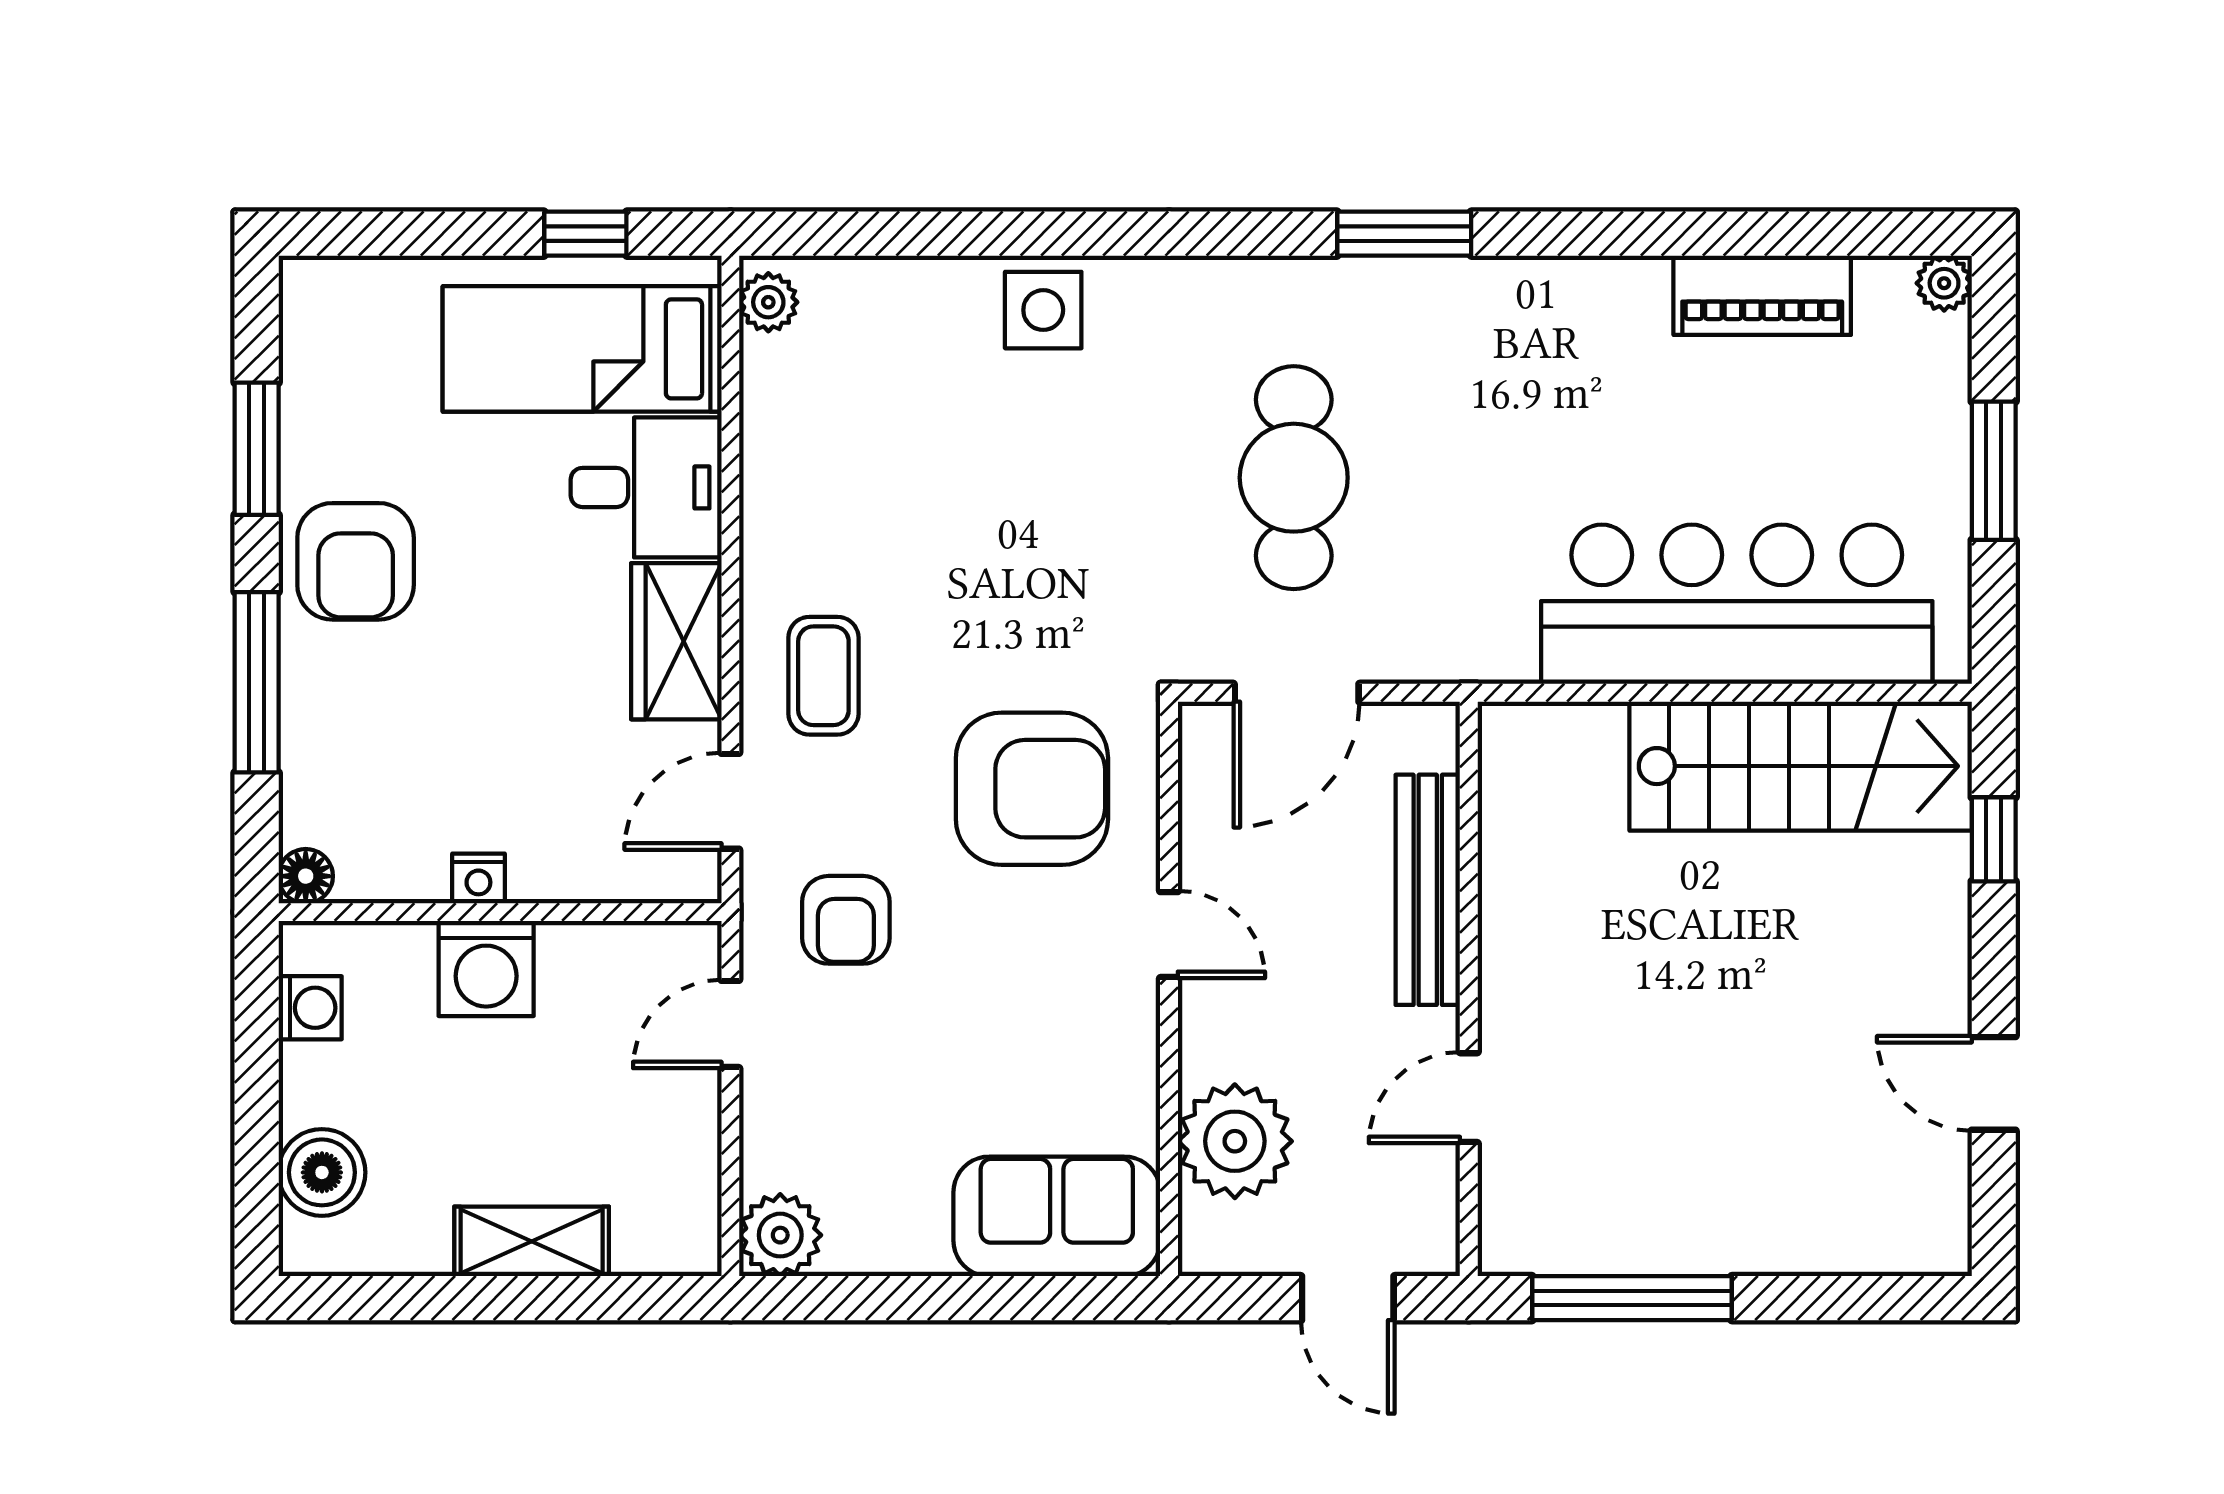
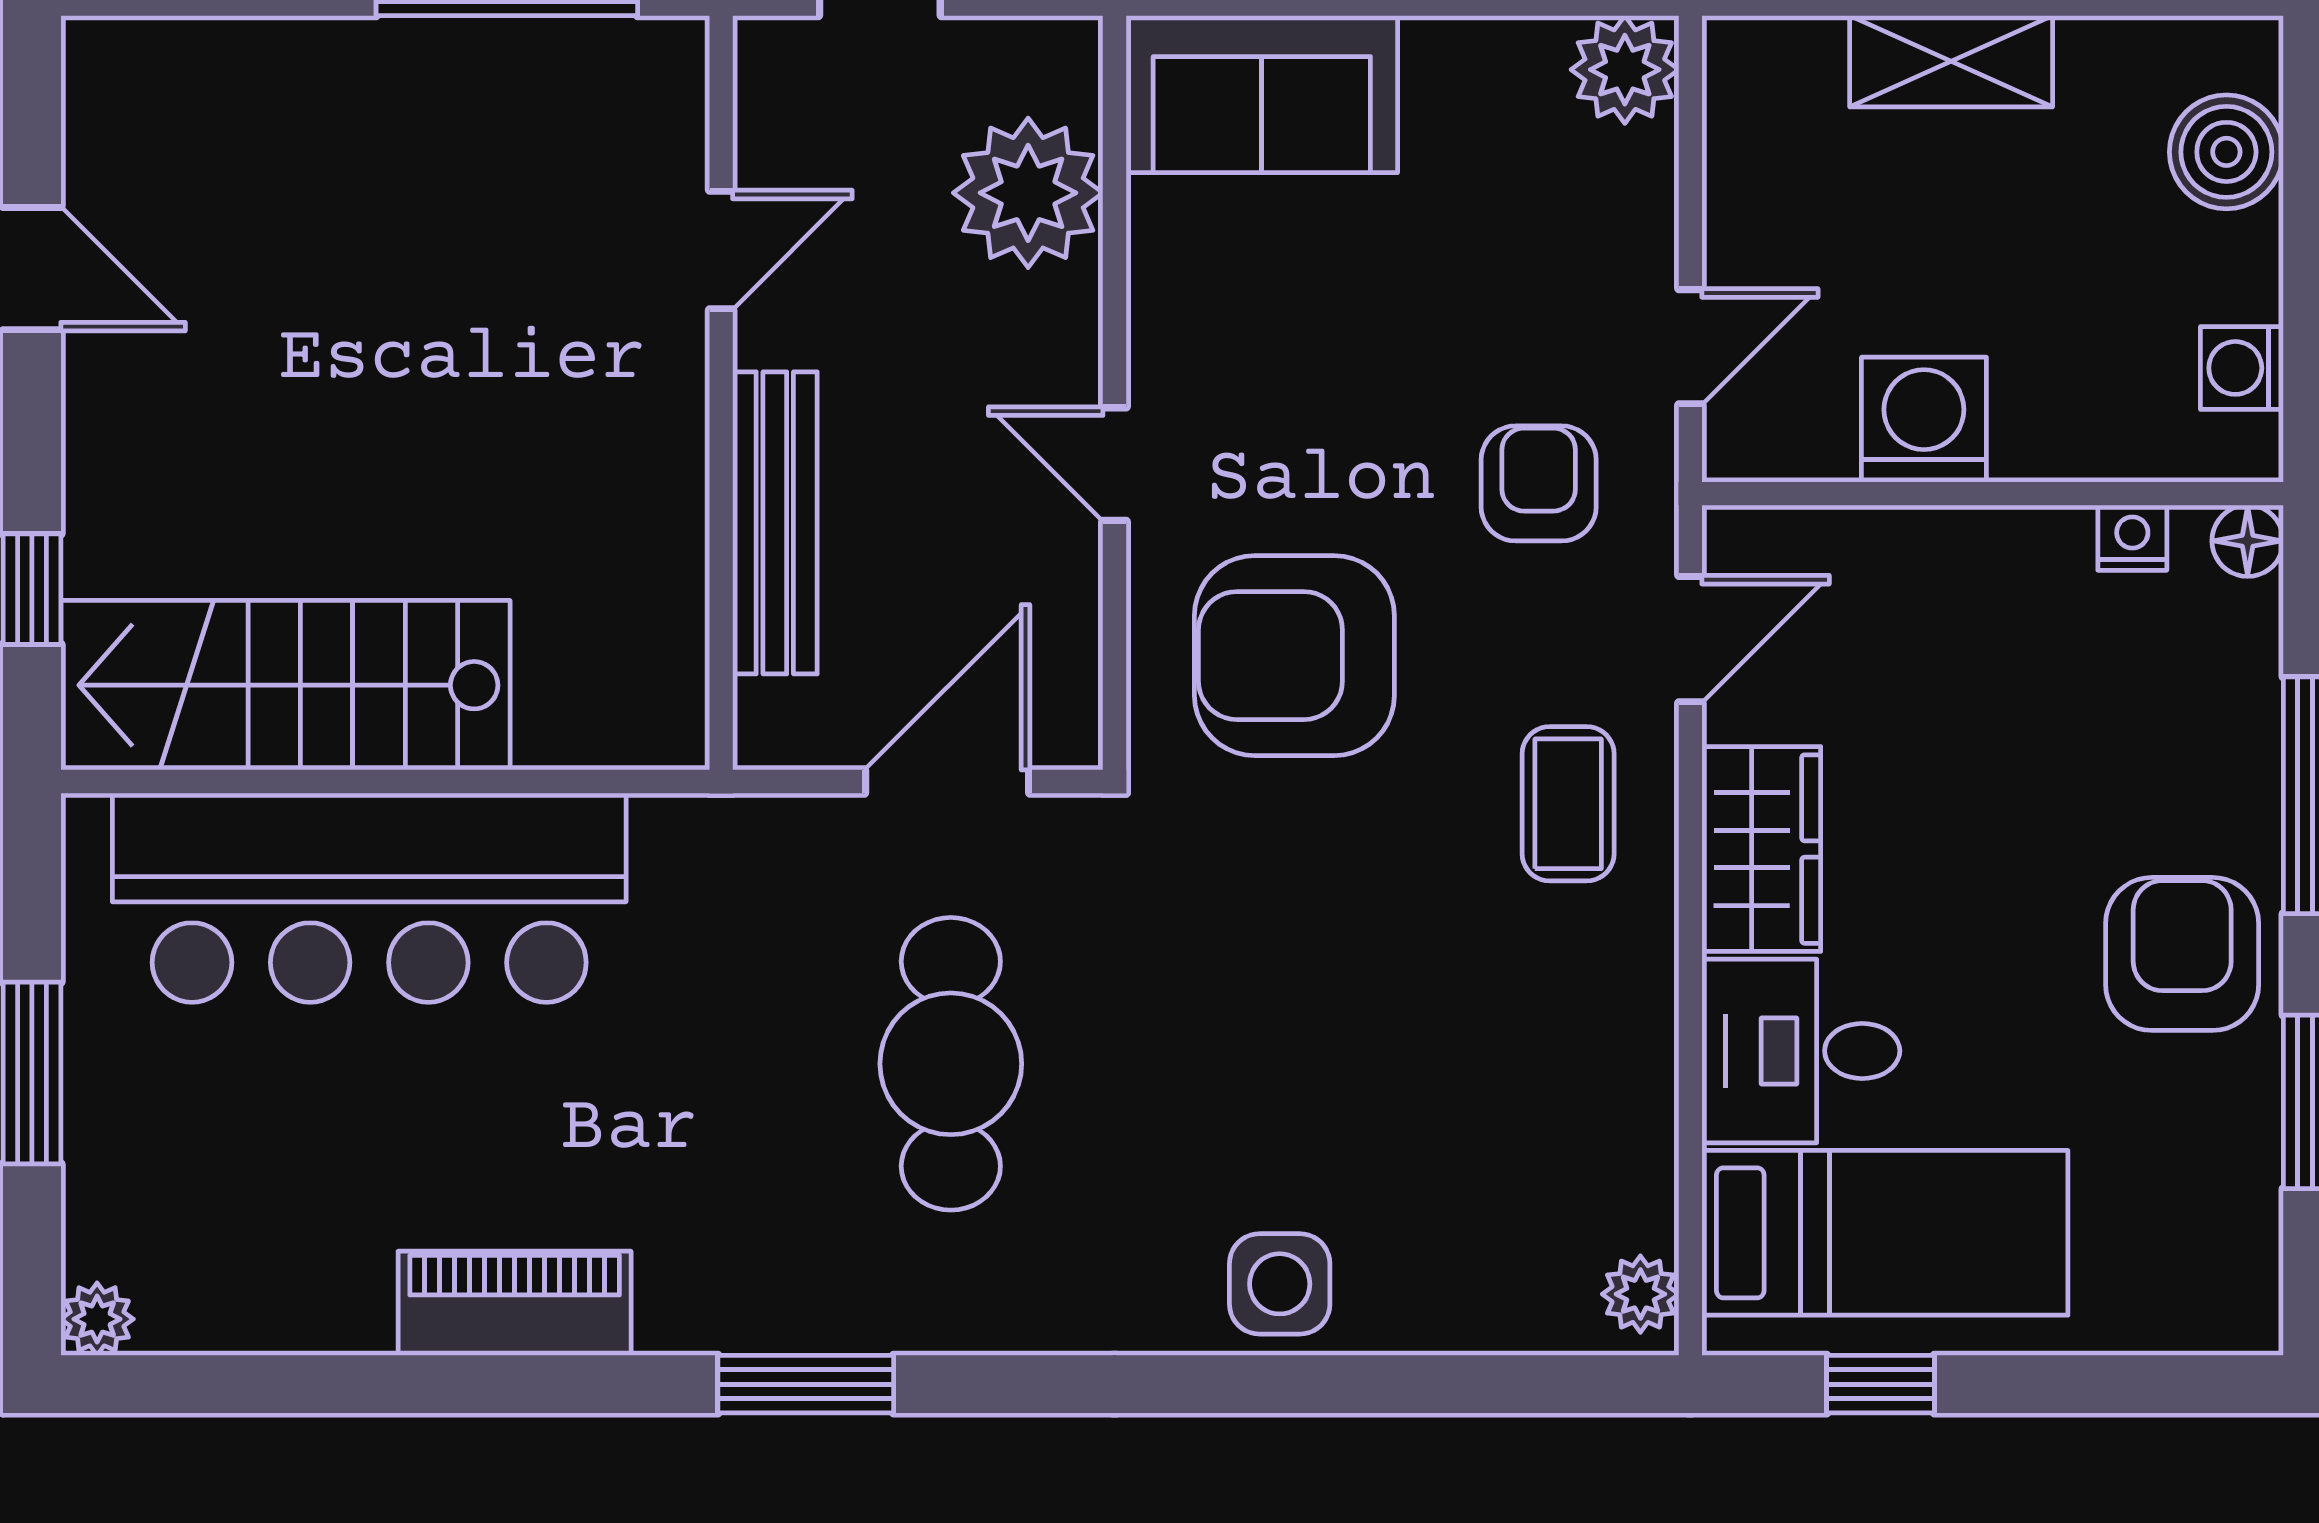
piano: (1762, 295) -> (515, 1303), moved
nightstand: (478, 878) -> (2132, 538), moved
washing machine: (486, 968) -> (1924, 420), moved

